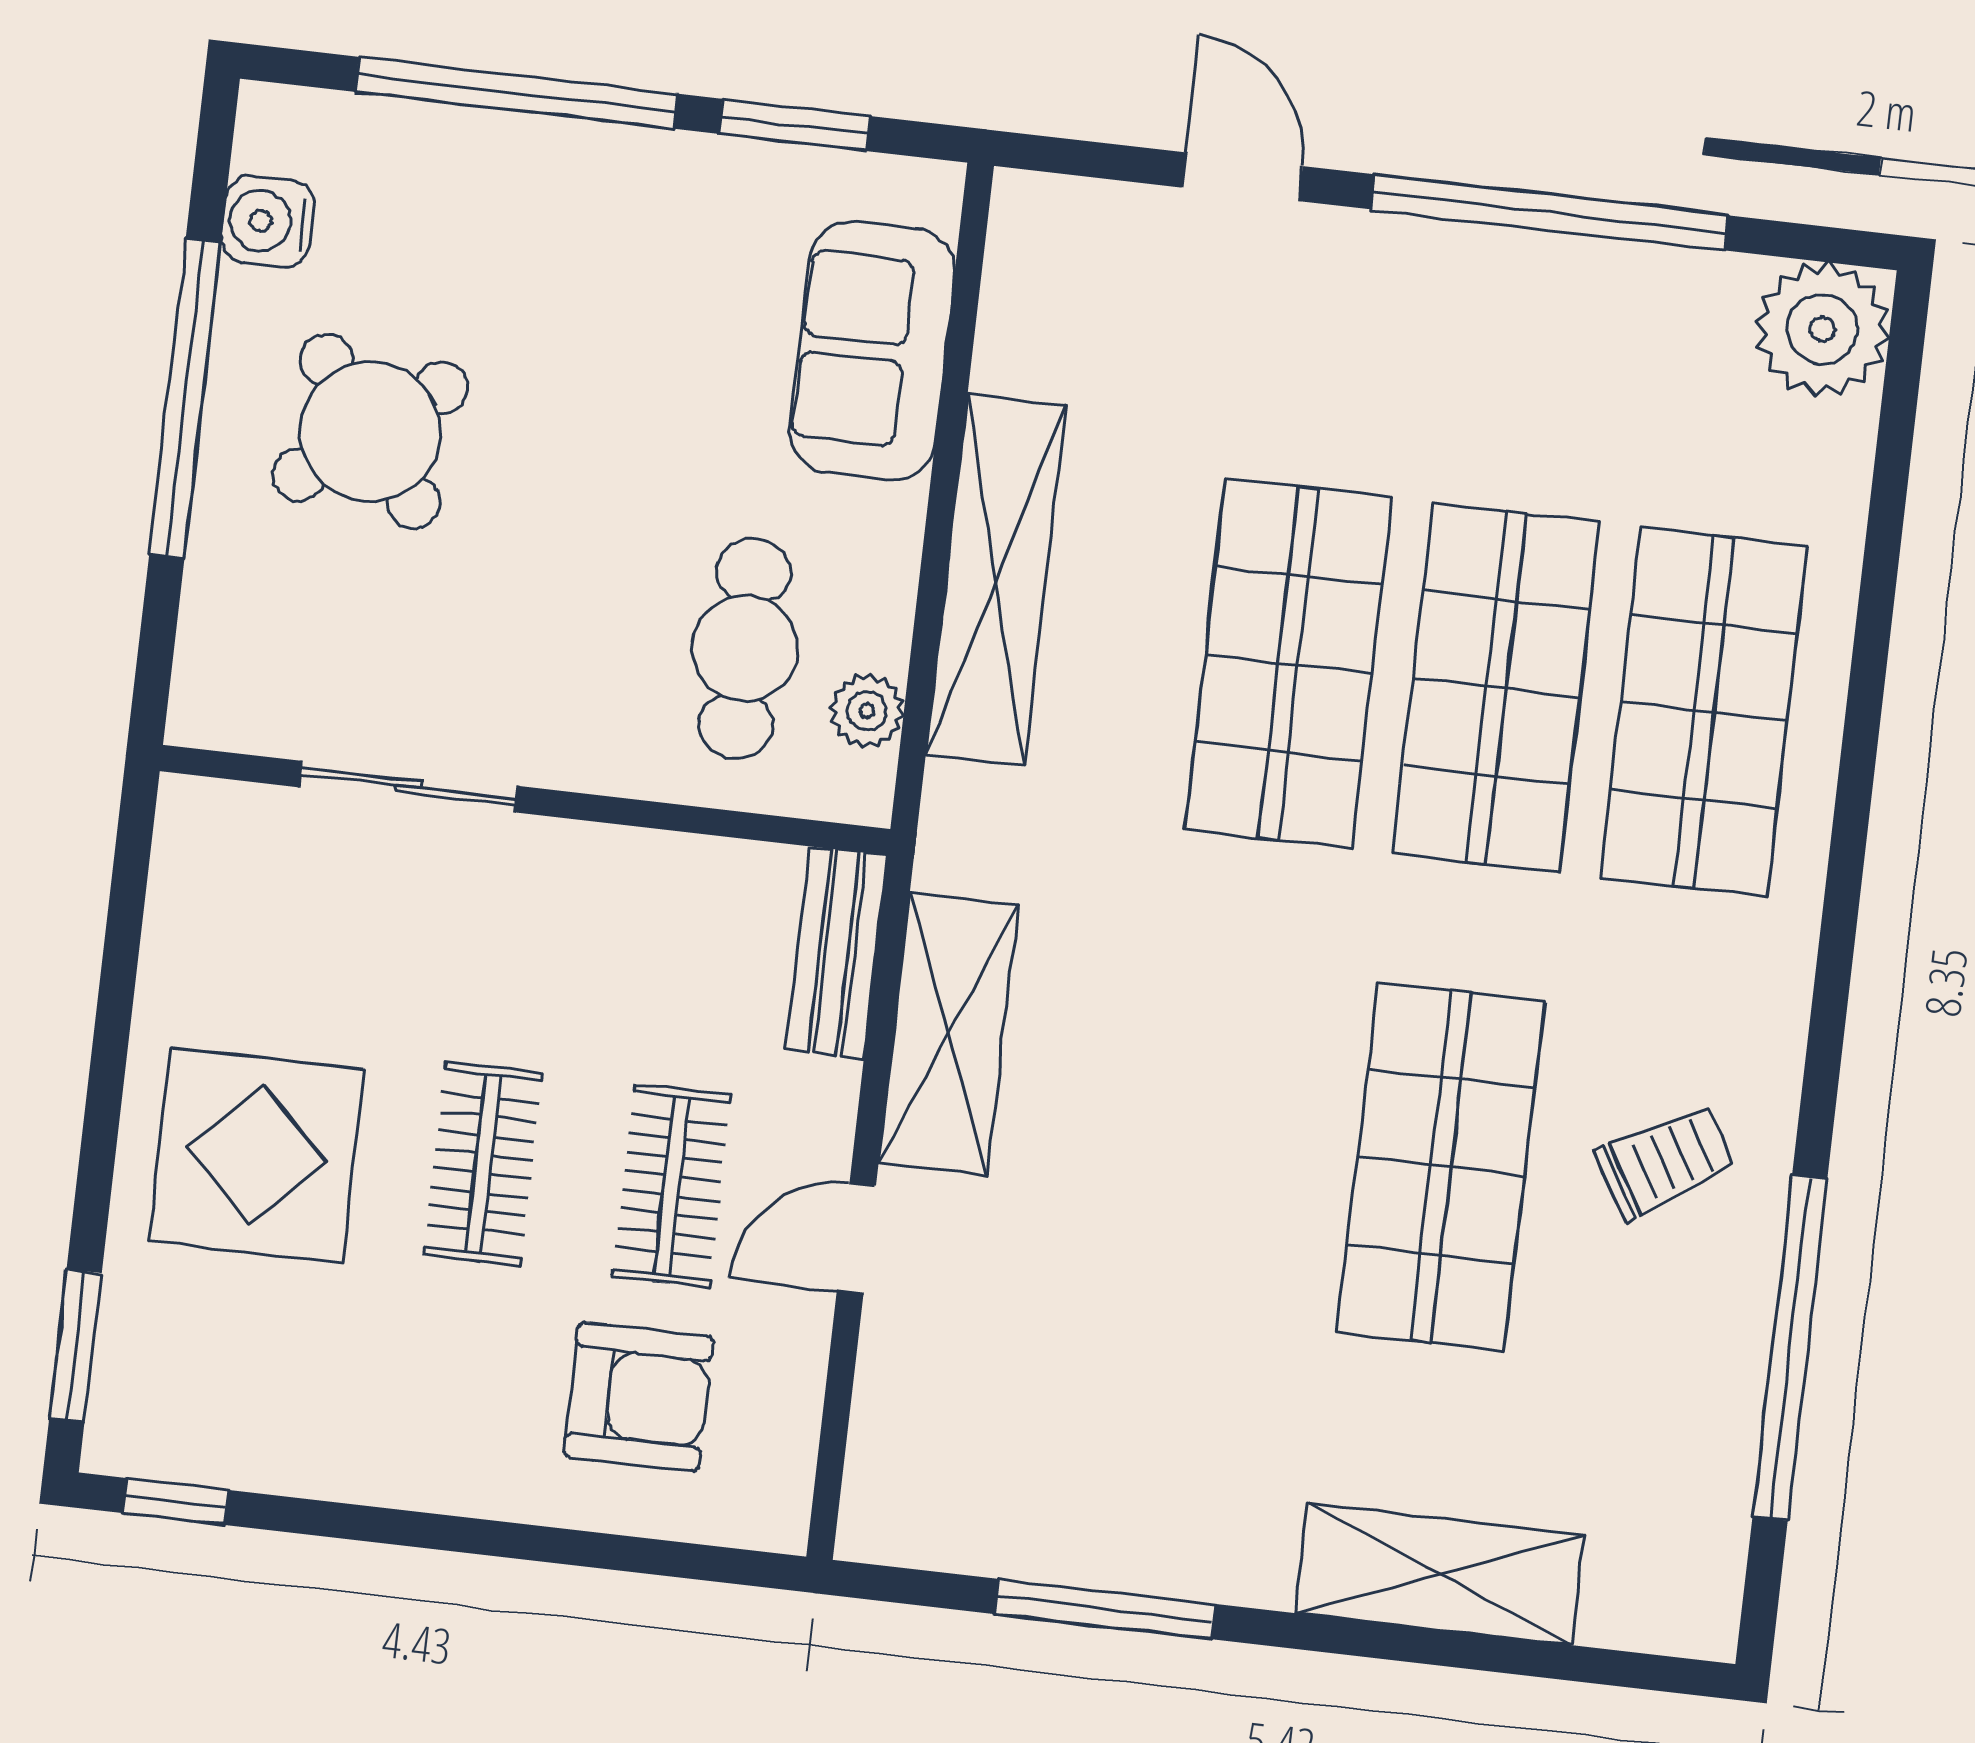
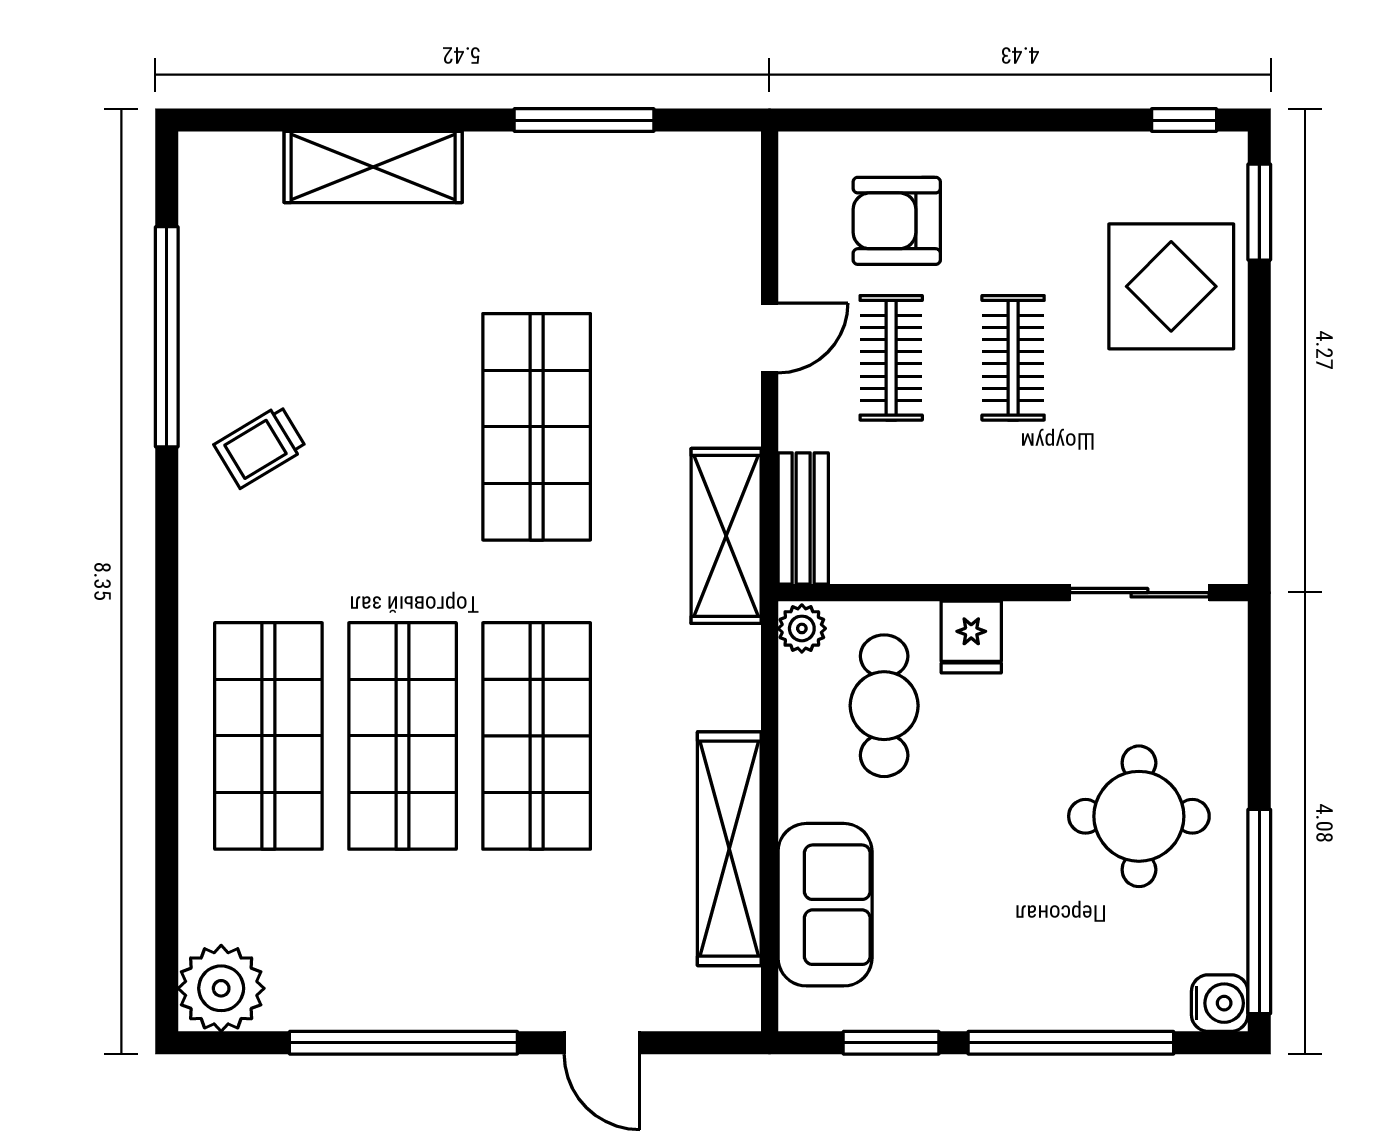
water cooler: (268, 221) -> (1220, 1003), moved
window: (185, 398) -> (1259, 912), moved
round table: (370, 431) -> (1139, 816), turned 38
shelving: (996, 580) -> (729, 849), moved
plant: (867, 711) -> (802, 628), moved
fridge: (598, 739) -> (971, 637), added
sliding door: (408, 787) -> (1139, 593), moved
shelving: (948, 1034) -> (726, 536), moved
display table: (256, 1155) -> (1171, 286), moved
shop shelf: (1441, 1166) -> (537, 427), moved

